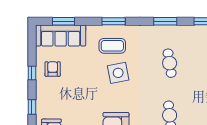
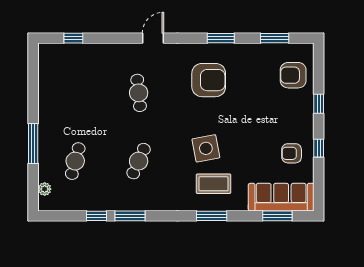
window: (165, 21) -> (130, 216), moved
cafe table: (170, 63) -> (139, 161), turned 33
armchair: (53, 69) -> (292, 153), turned 90

